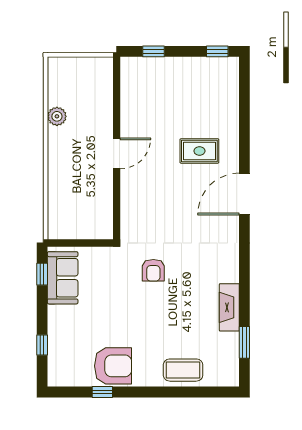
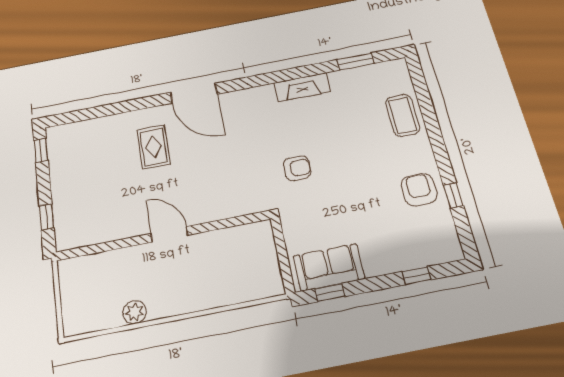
fireplace: (229, 307) -> (302, 87), moved
armchair: (113, 366) -> (419, 190), width x0.73, depth x0.73

